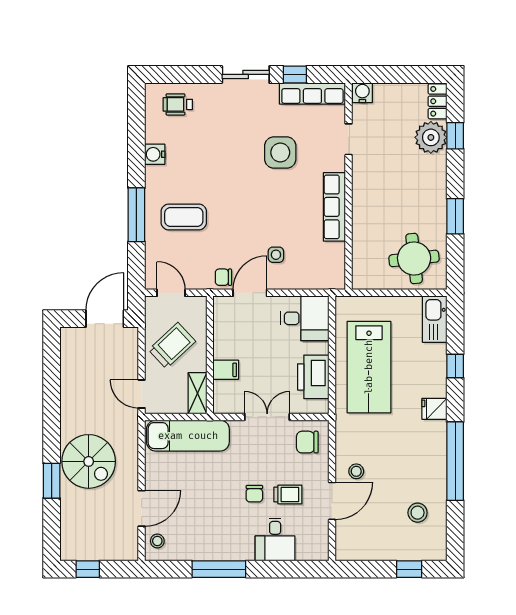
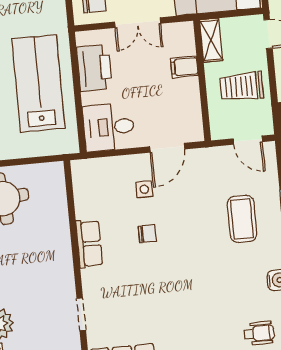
side table: (280, 152) -> (150, 294), removed
row of seats: (334, 207) -> (89, 244), width x0.68
coffee table: (184, 217) -> (242, 219), turned 90
chair: (223, 277) -> (147, 234), moved
trolley: (172, 346) -> (242, 86), turned 43

